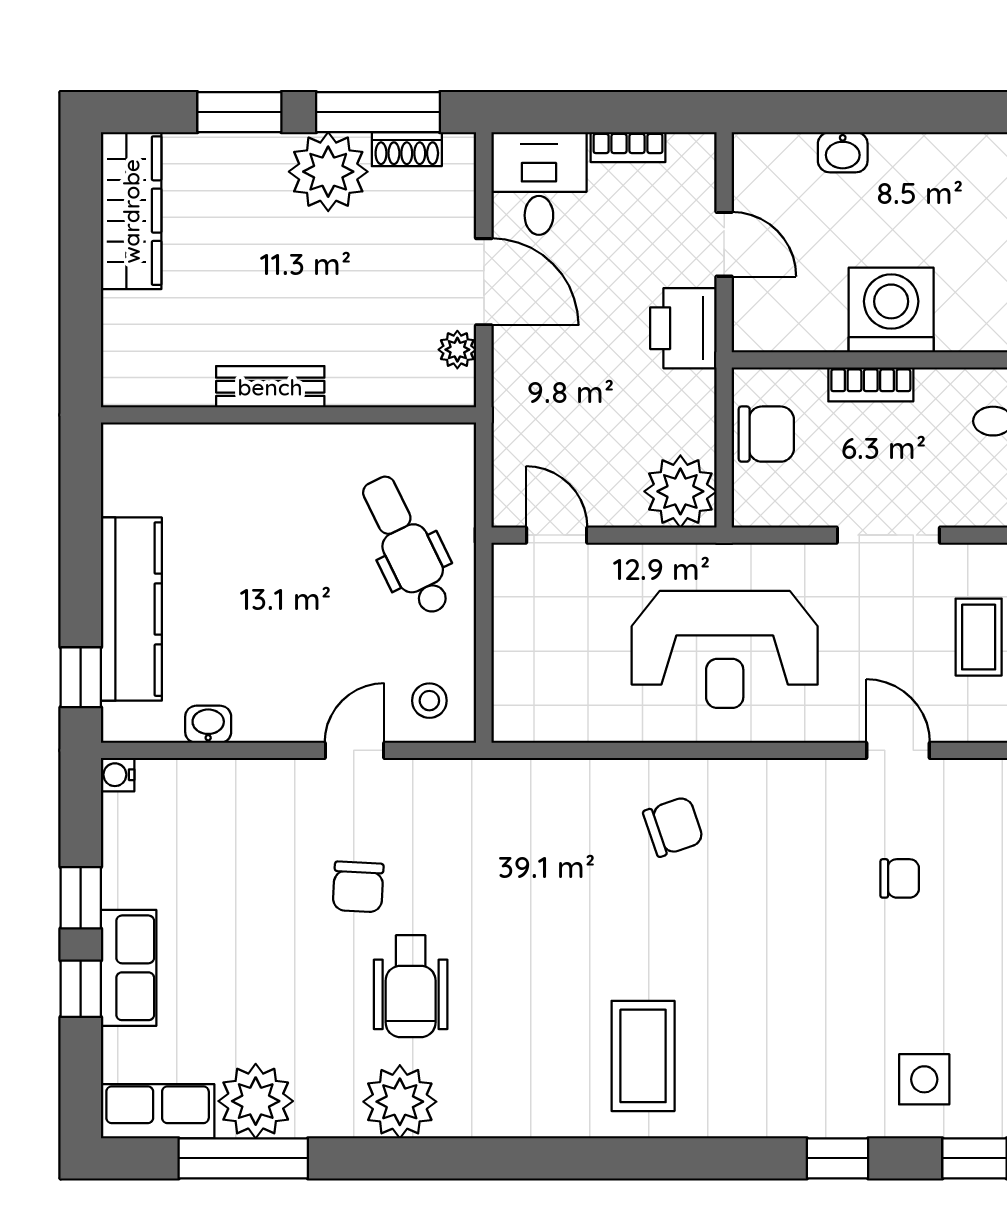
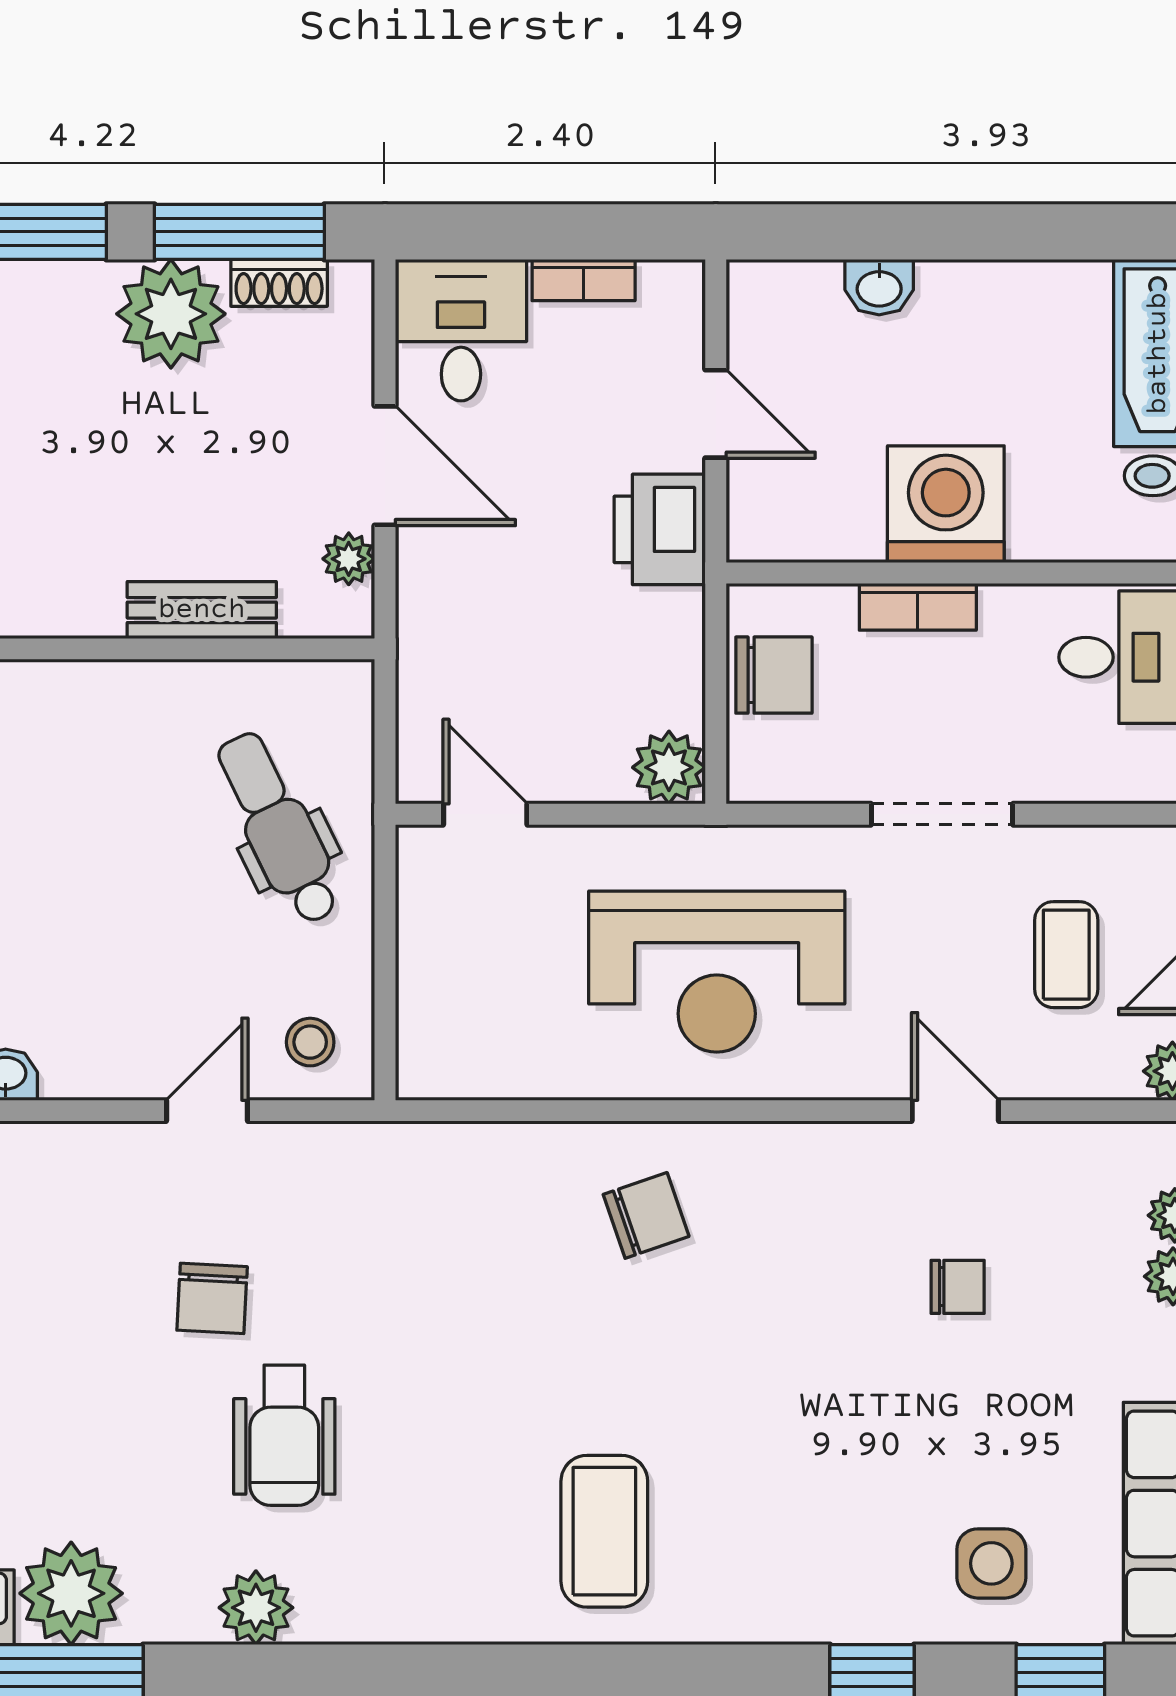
bench: (270, 387) -> (202, 610), moved
plant: (680, 491) -> (669, 767), width x0.73, depth x0.73
plant: (400, 1102) -> (256, 1608), width x0.73, depth x0.73

